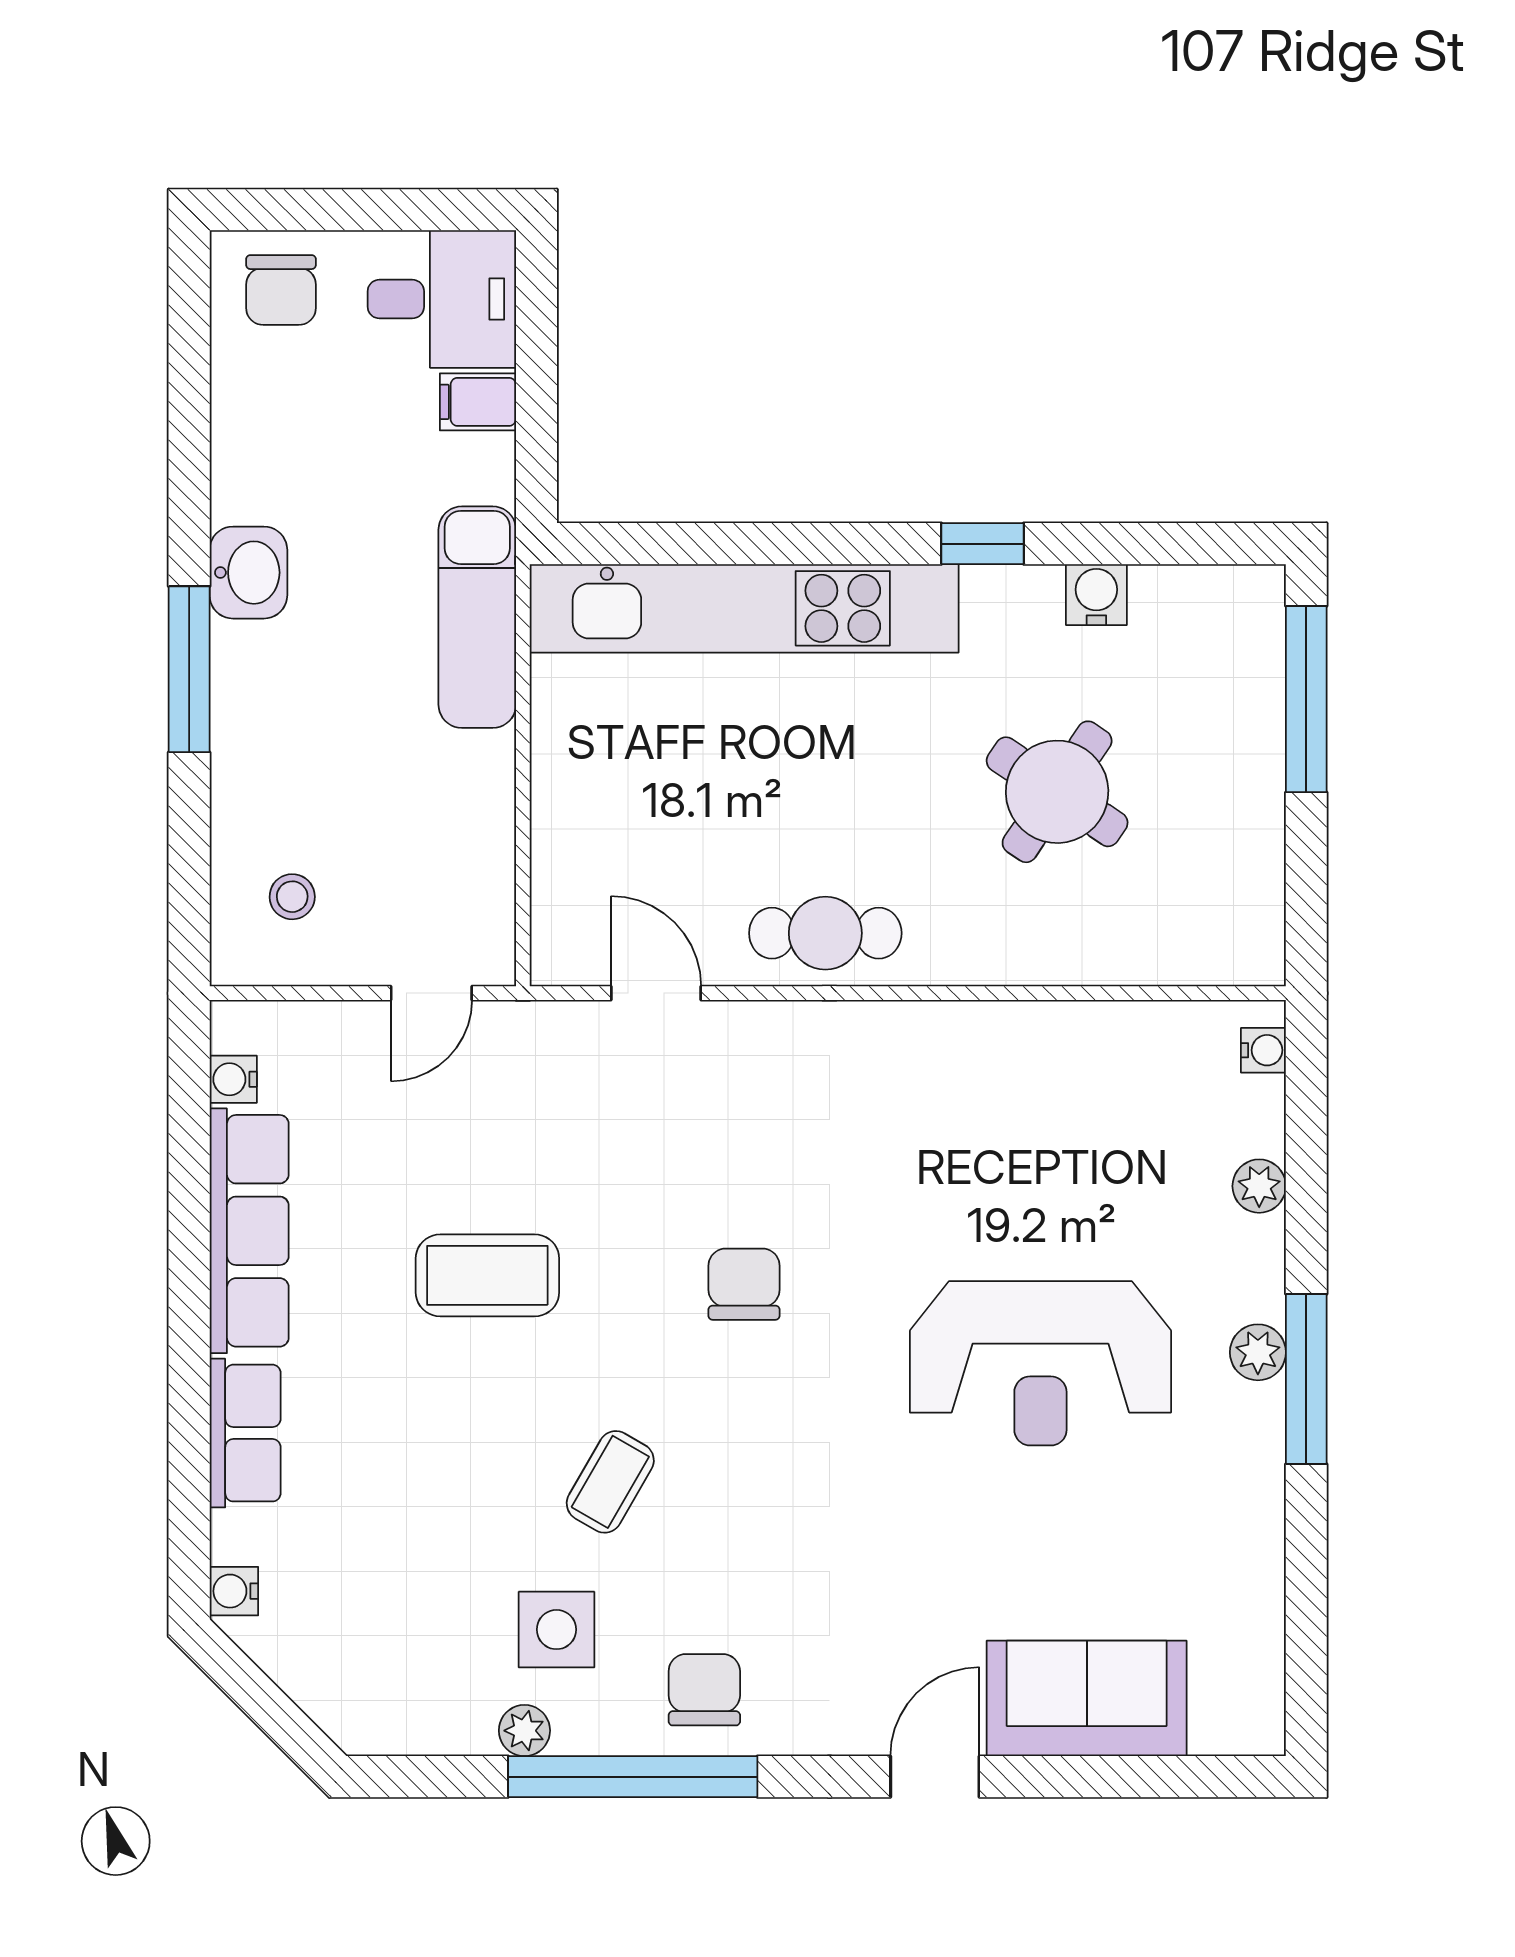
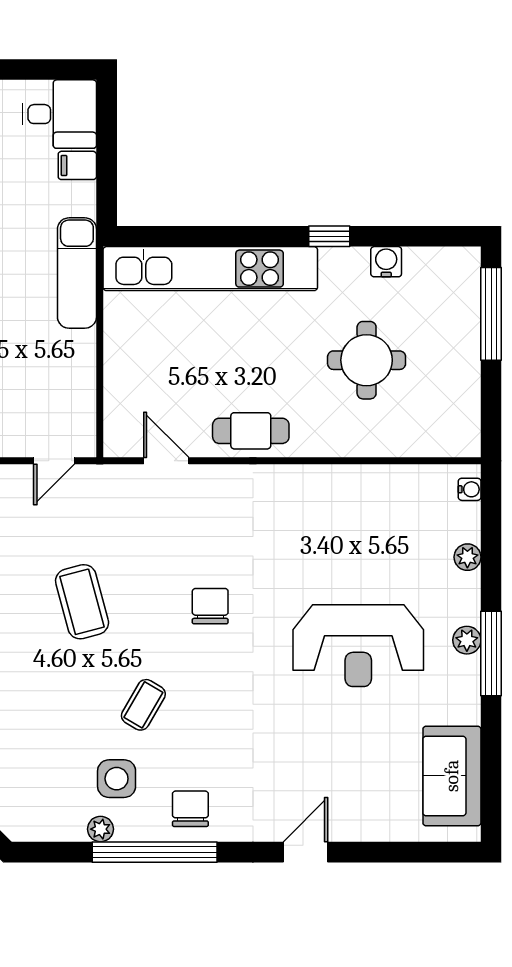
round table: (1057, 792) -> (367, 360), turned -34
coffee table: (487, 1275) -> (82, 602), turned 75
sofa: (1087, 1698) -> (452, 776), moved, turned -90

